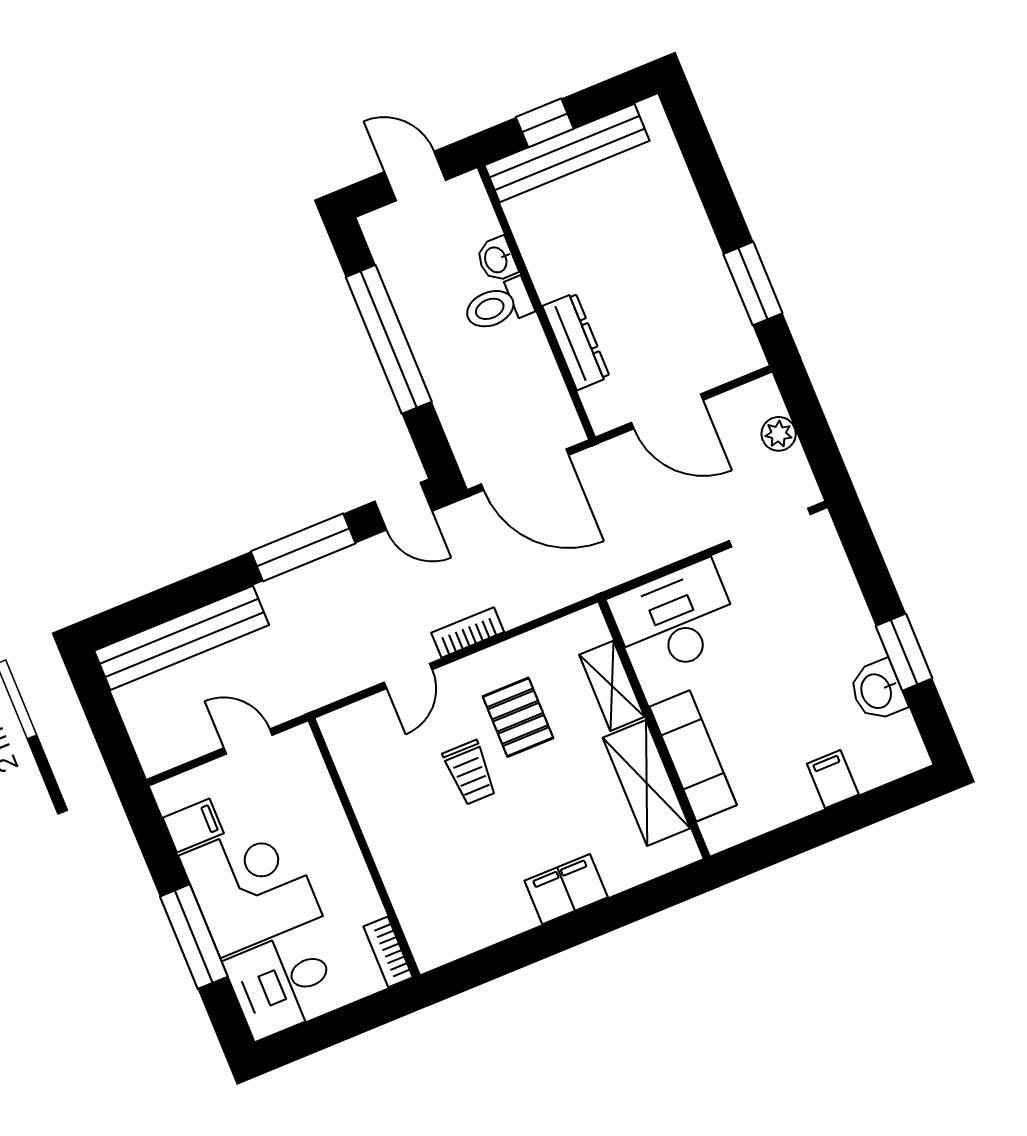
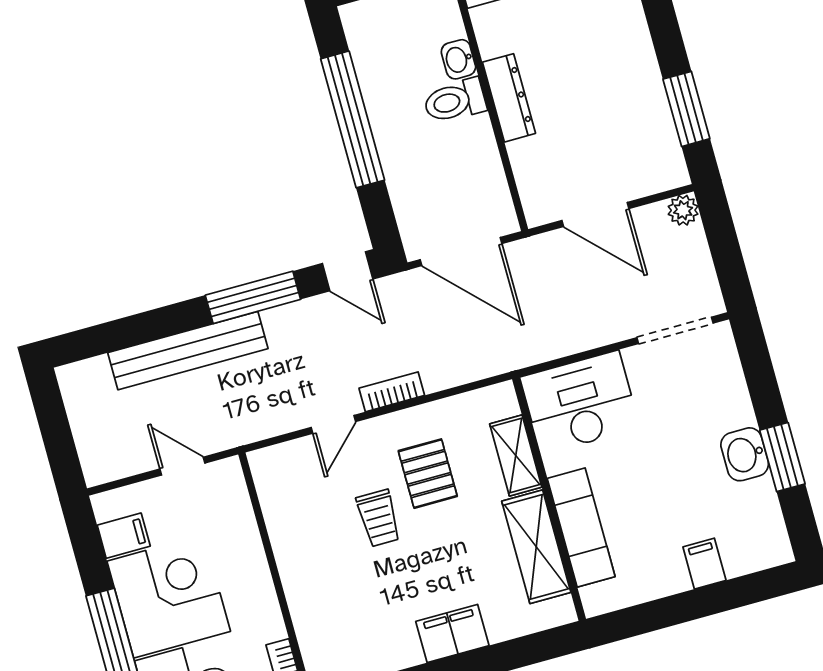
dresser: (576, 341) -> (509, 98), moved
plant: (779, 434) -> (683, 210), moved
bench: (182, 638) -> (188, 351), moved
washbasin: (877, 691) -> (745, 454), moved

